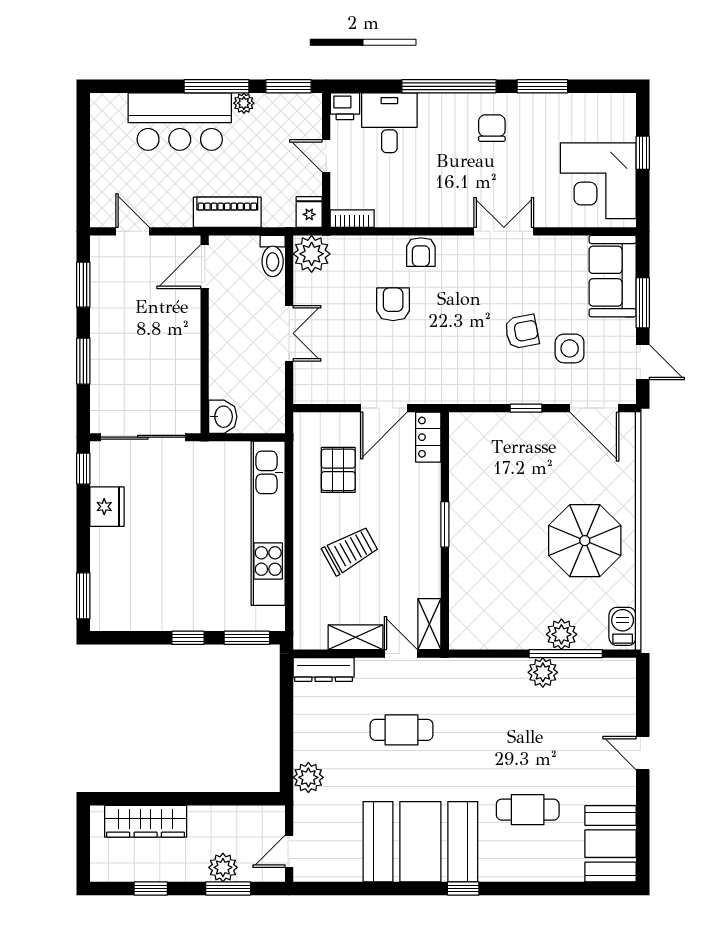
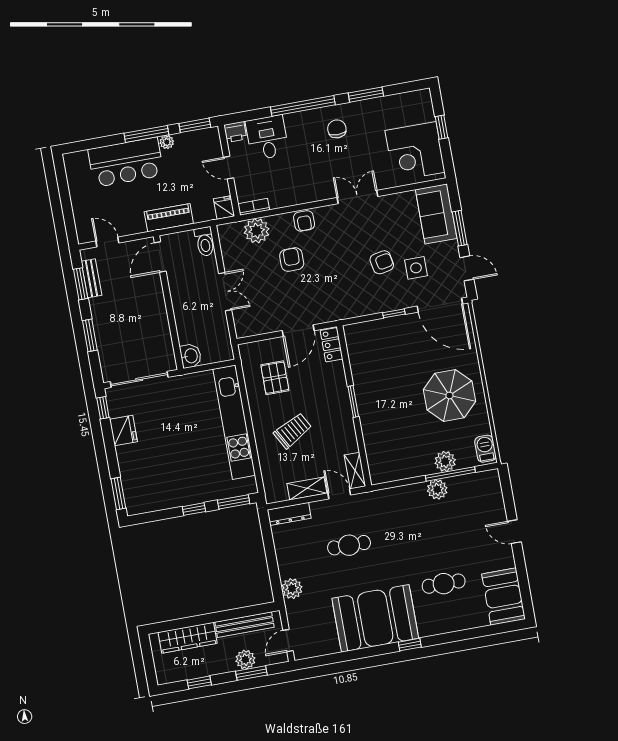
plant: (312, 254) -> (257, 231), moved
bench: (100, 279) -> (91, 278), added
door: (594, 408) -> (440, 305), width x1.36
bench: (231, 817) -> (244, 625), added

